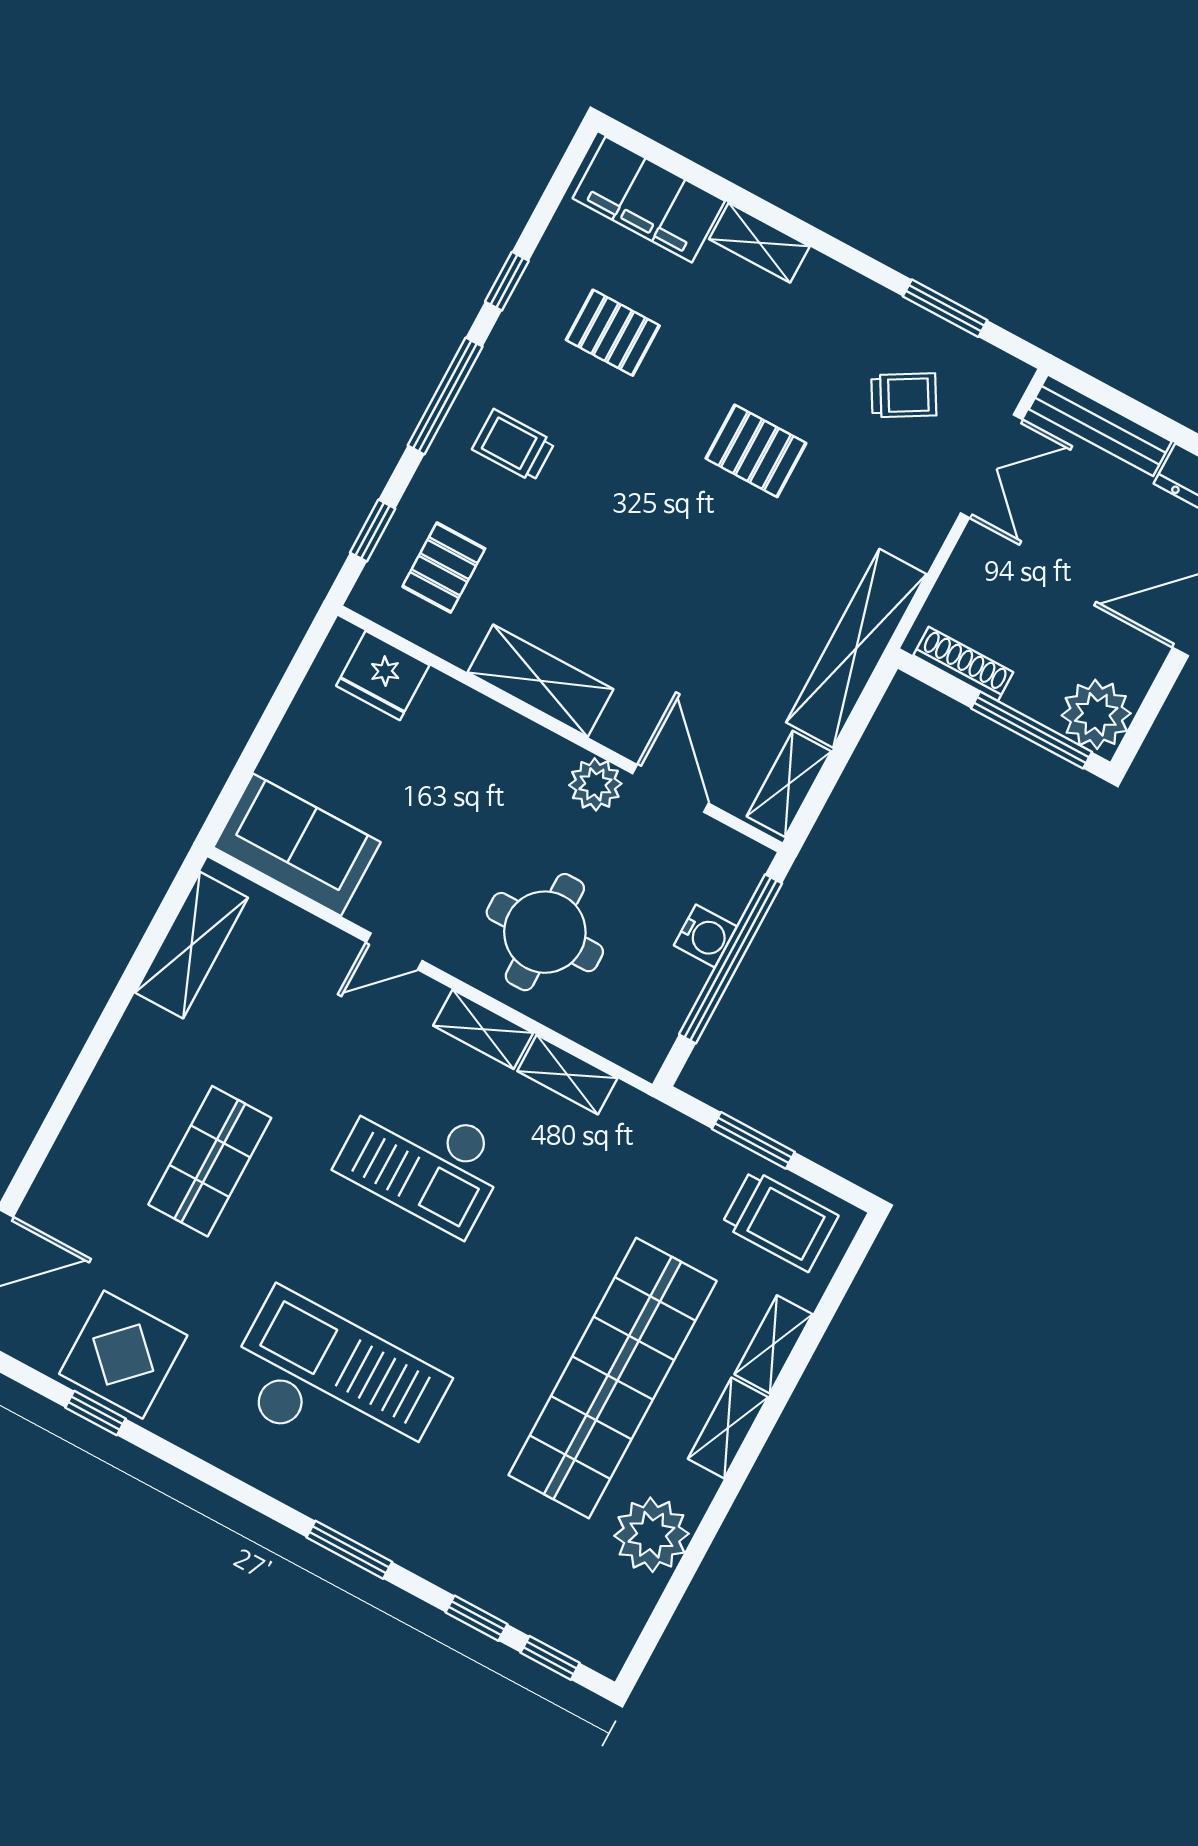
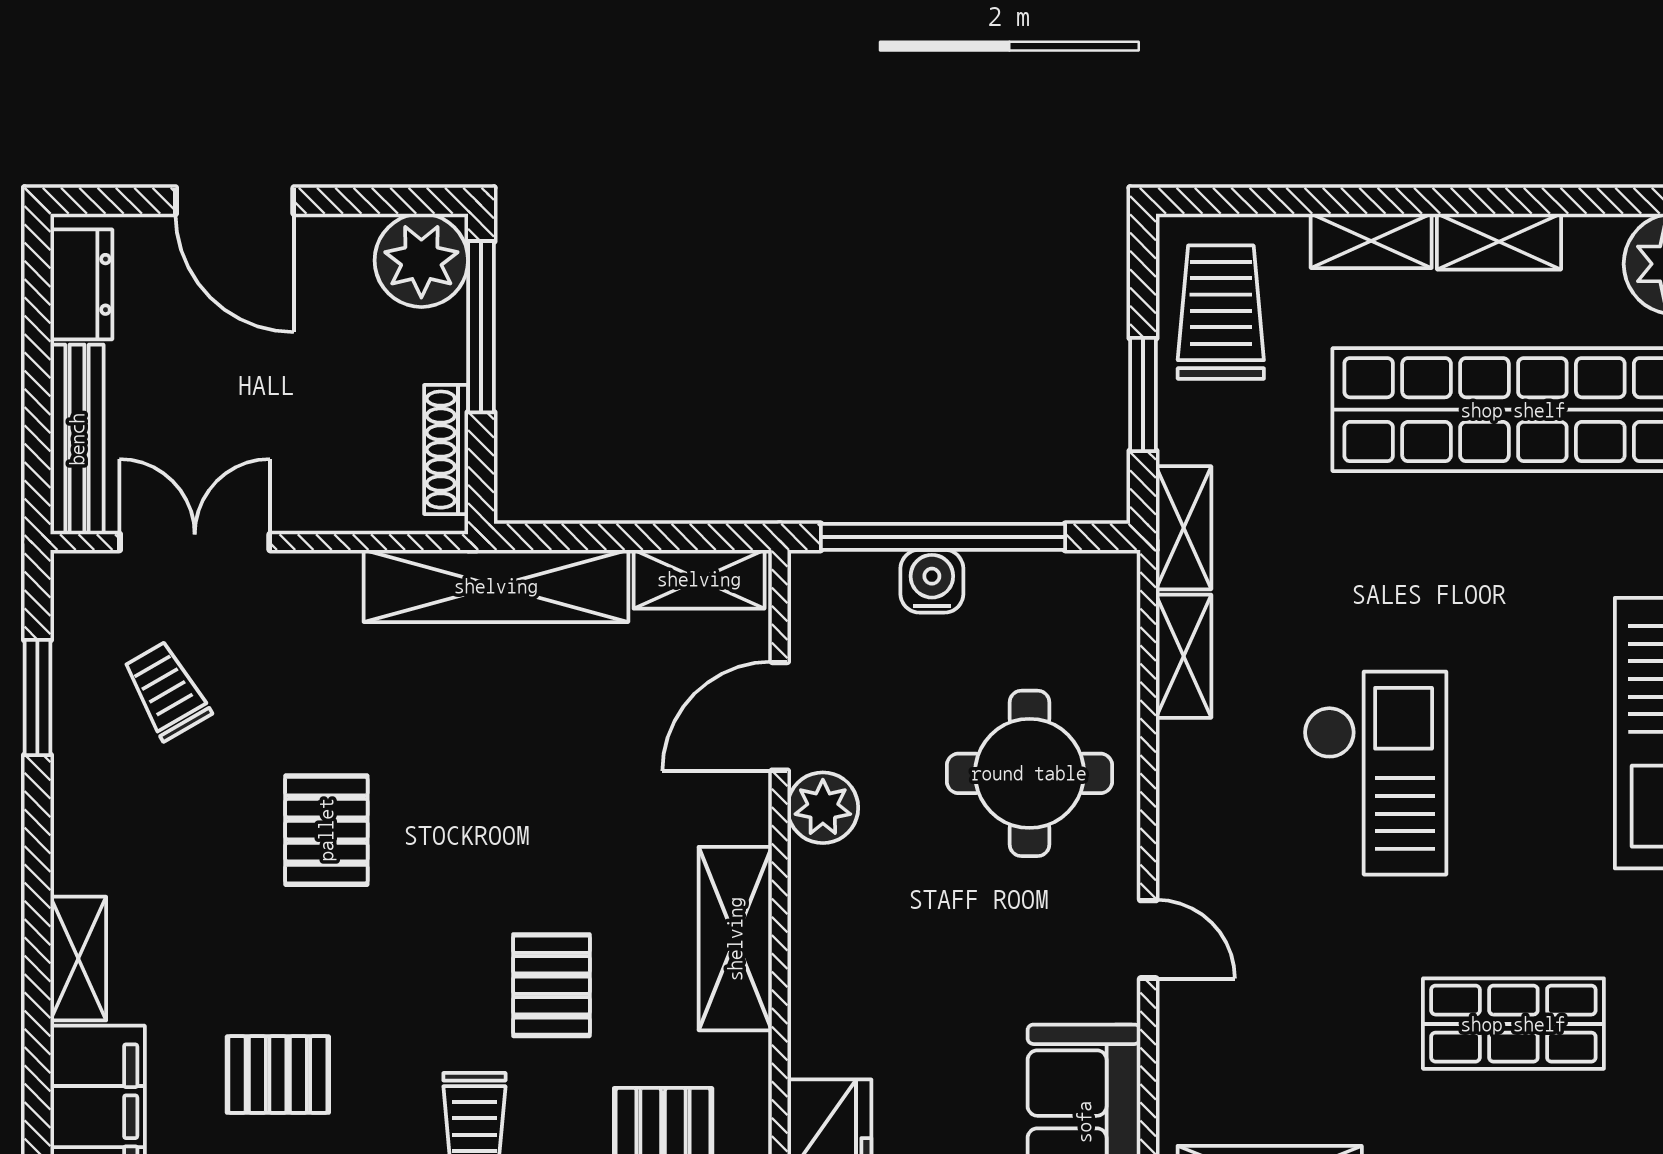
pallet: (613, 333) -> (278, 1075), turned 90
pallet: (575, 544) -> (551, 985), added
shelving: (483, 1029) -> (1184, 528), moved

